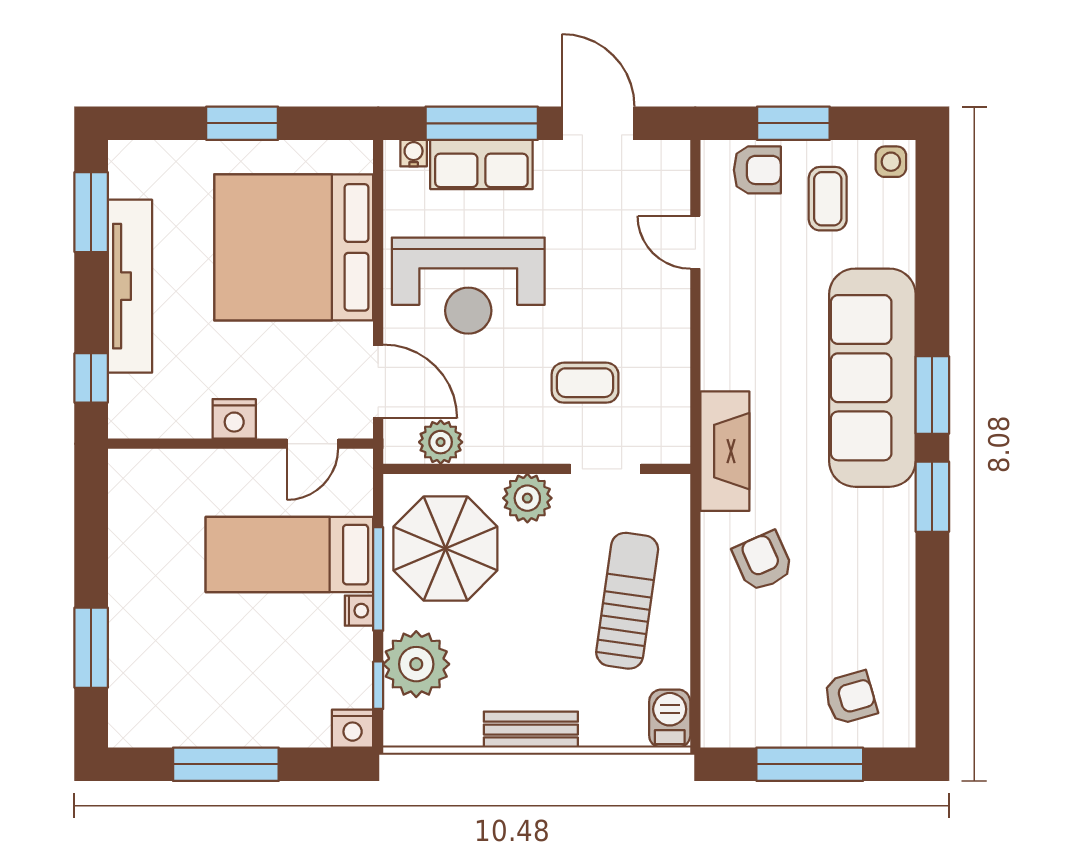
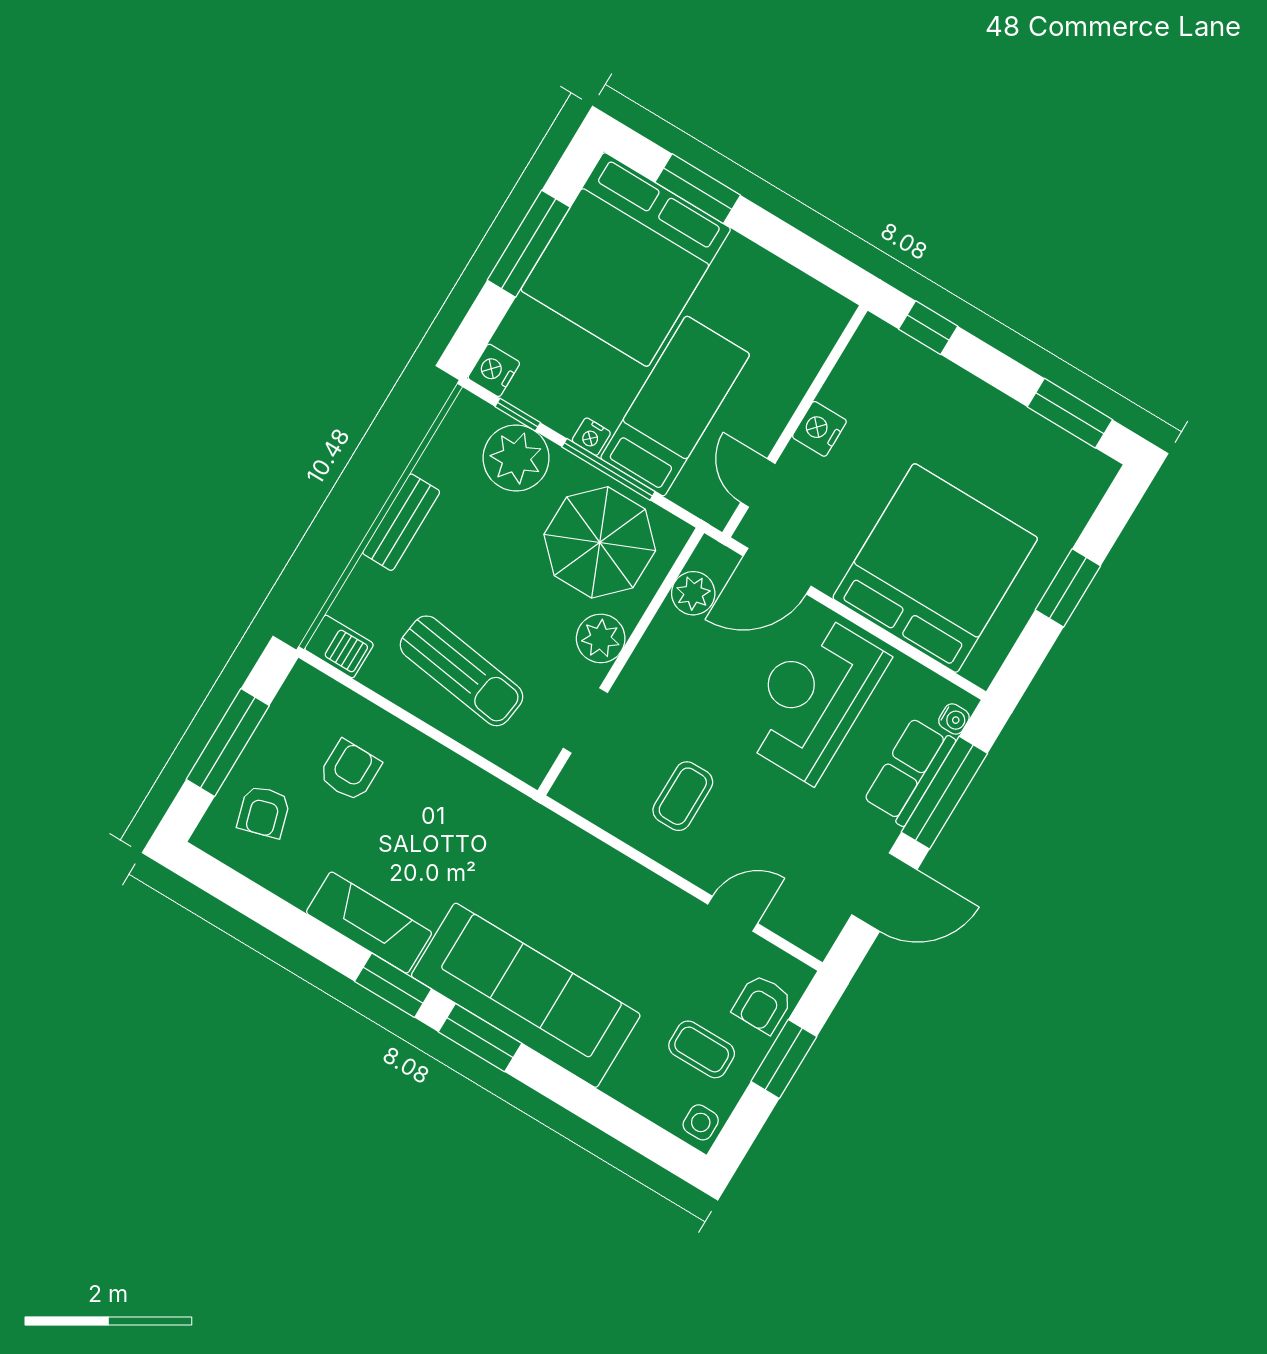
tv unit: (130, 286) -> (987, 408), removed
coffee table: (585, 383) -> (683, 796), moved
fireplace: (725, 451) -> (369, 923), moved, turned 180
armchair: (763, 561) -> (350, 771), moved, turned -66
bed: (189, 673) -> (626, 259), added

